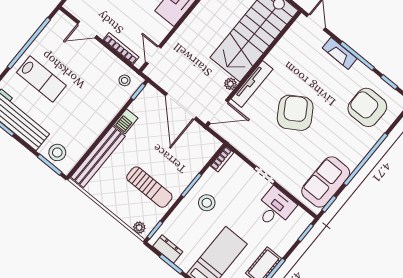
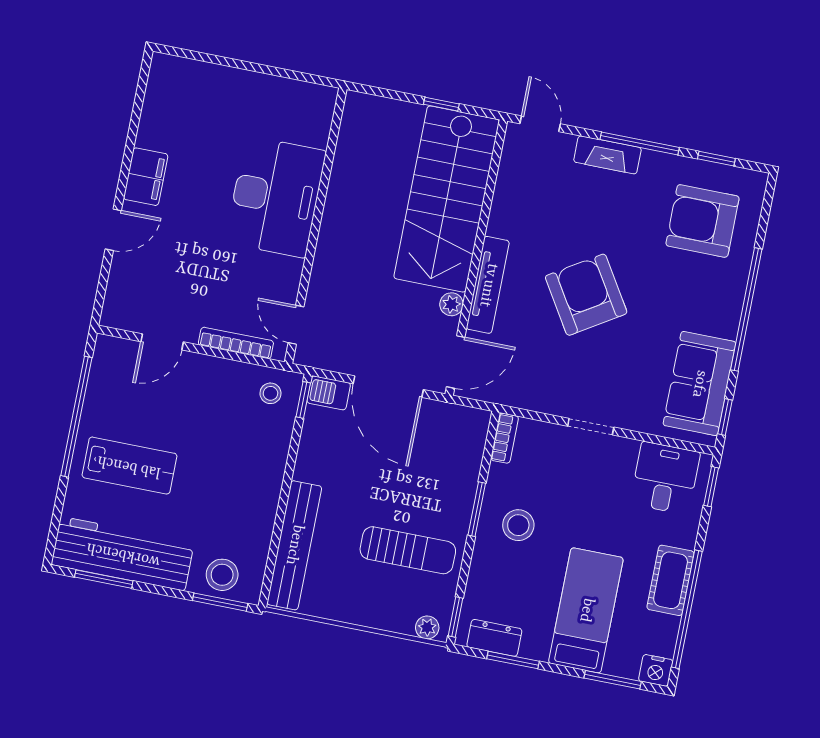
barbecue: (126, 121) -> (329, 393), moved, turned 90
desk: (275, 208) -> (665, 478), moved

